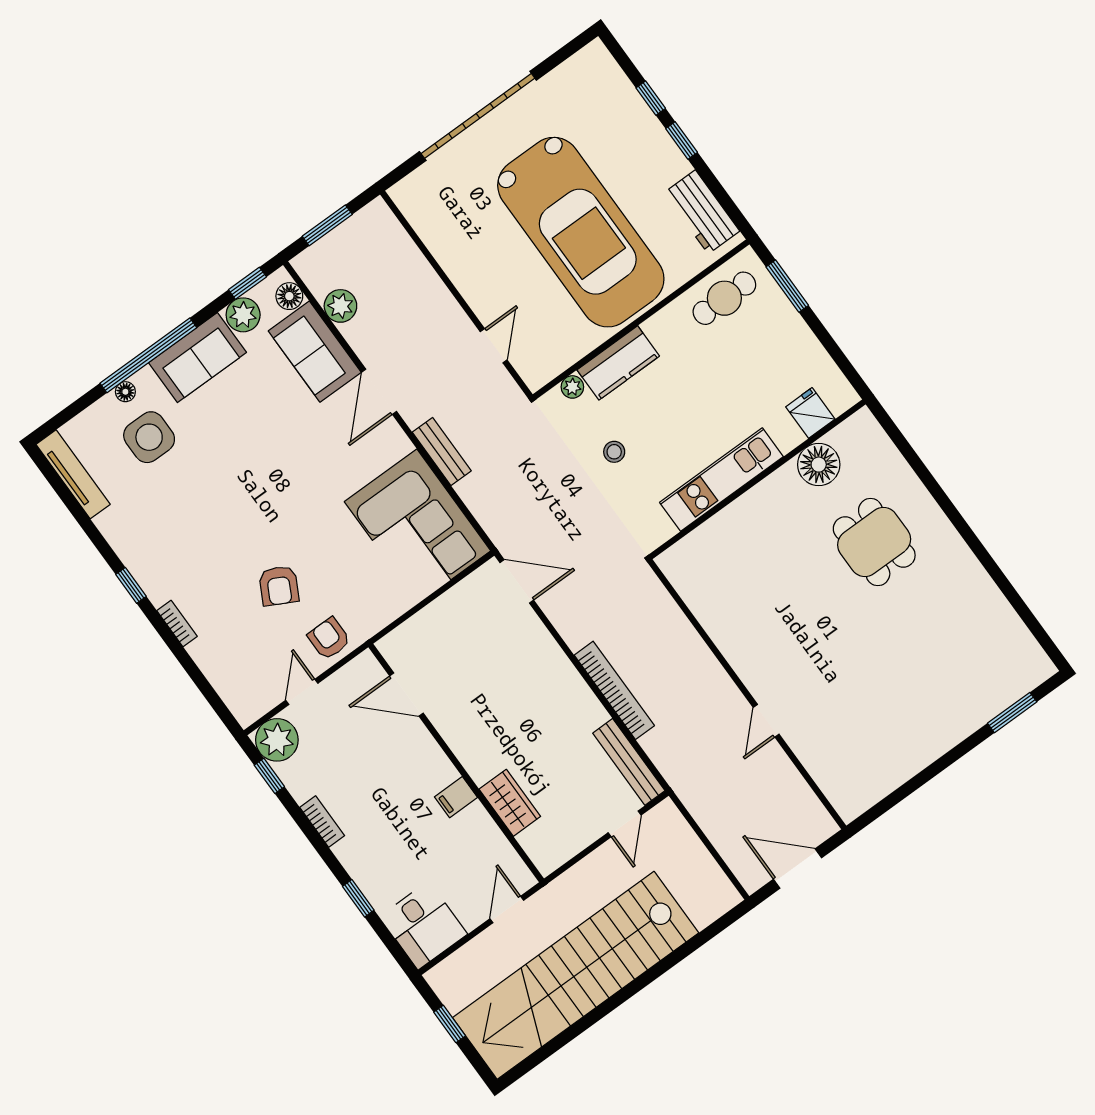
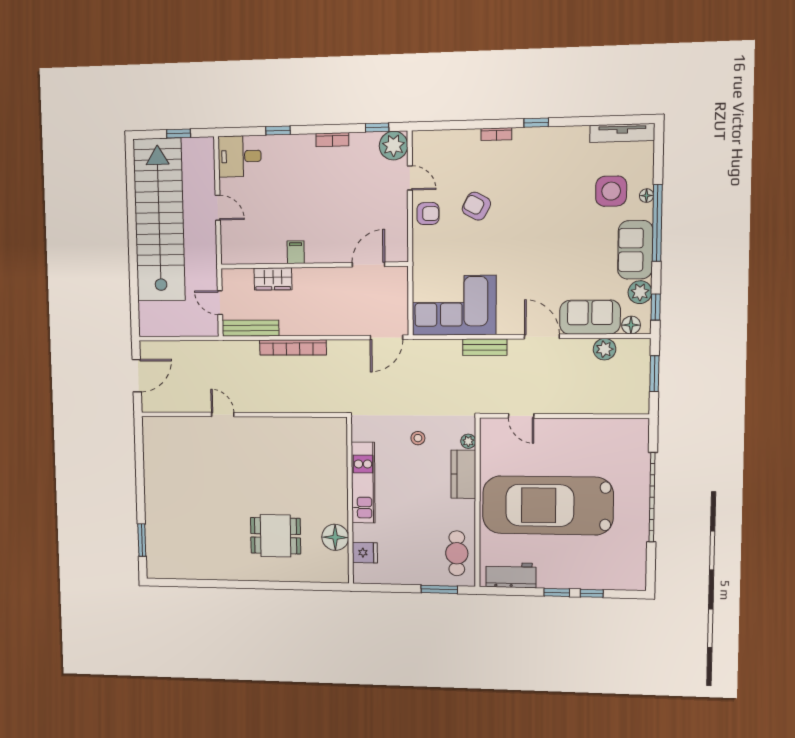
door: (406, 695) -> (368, 265), moved
wall: (456, 763) -> (314, 265), moved
filing cabinet: (456, 797) -> (296, 252), moved
wardrobe: (510, 803) -> (273, 279), moved

